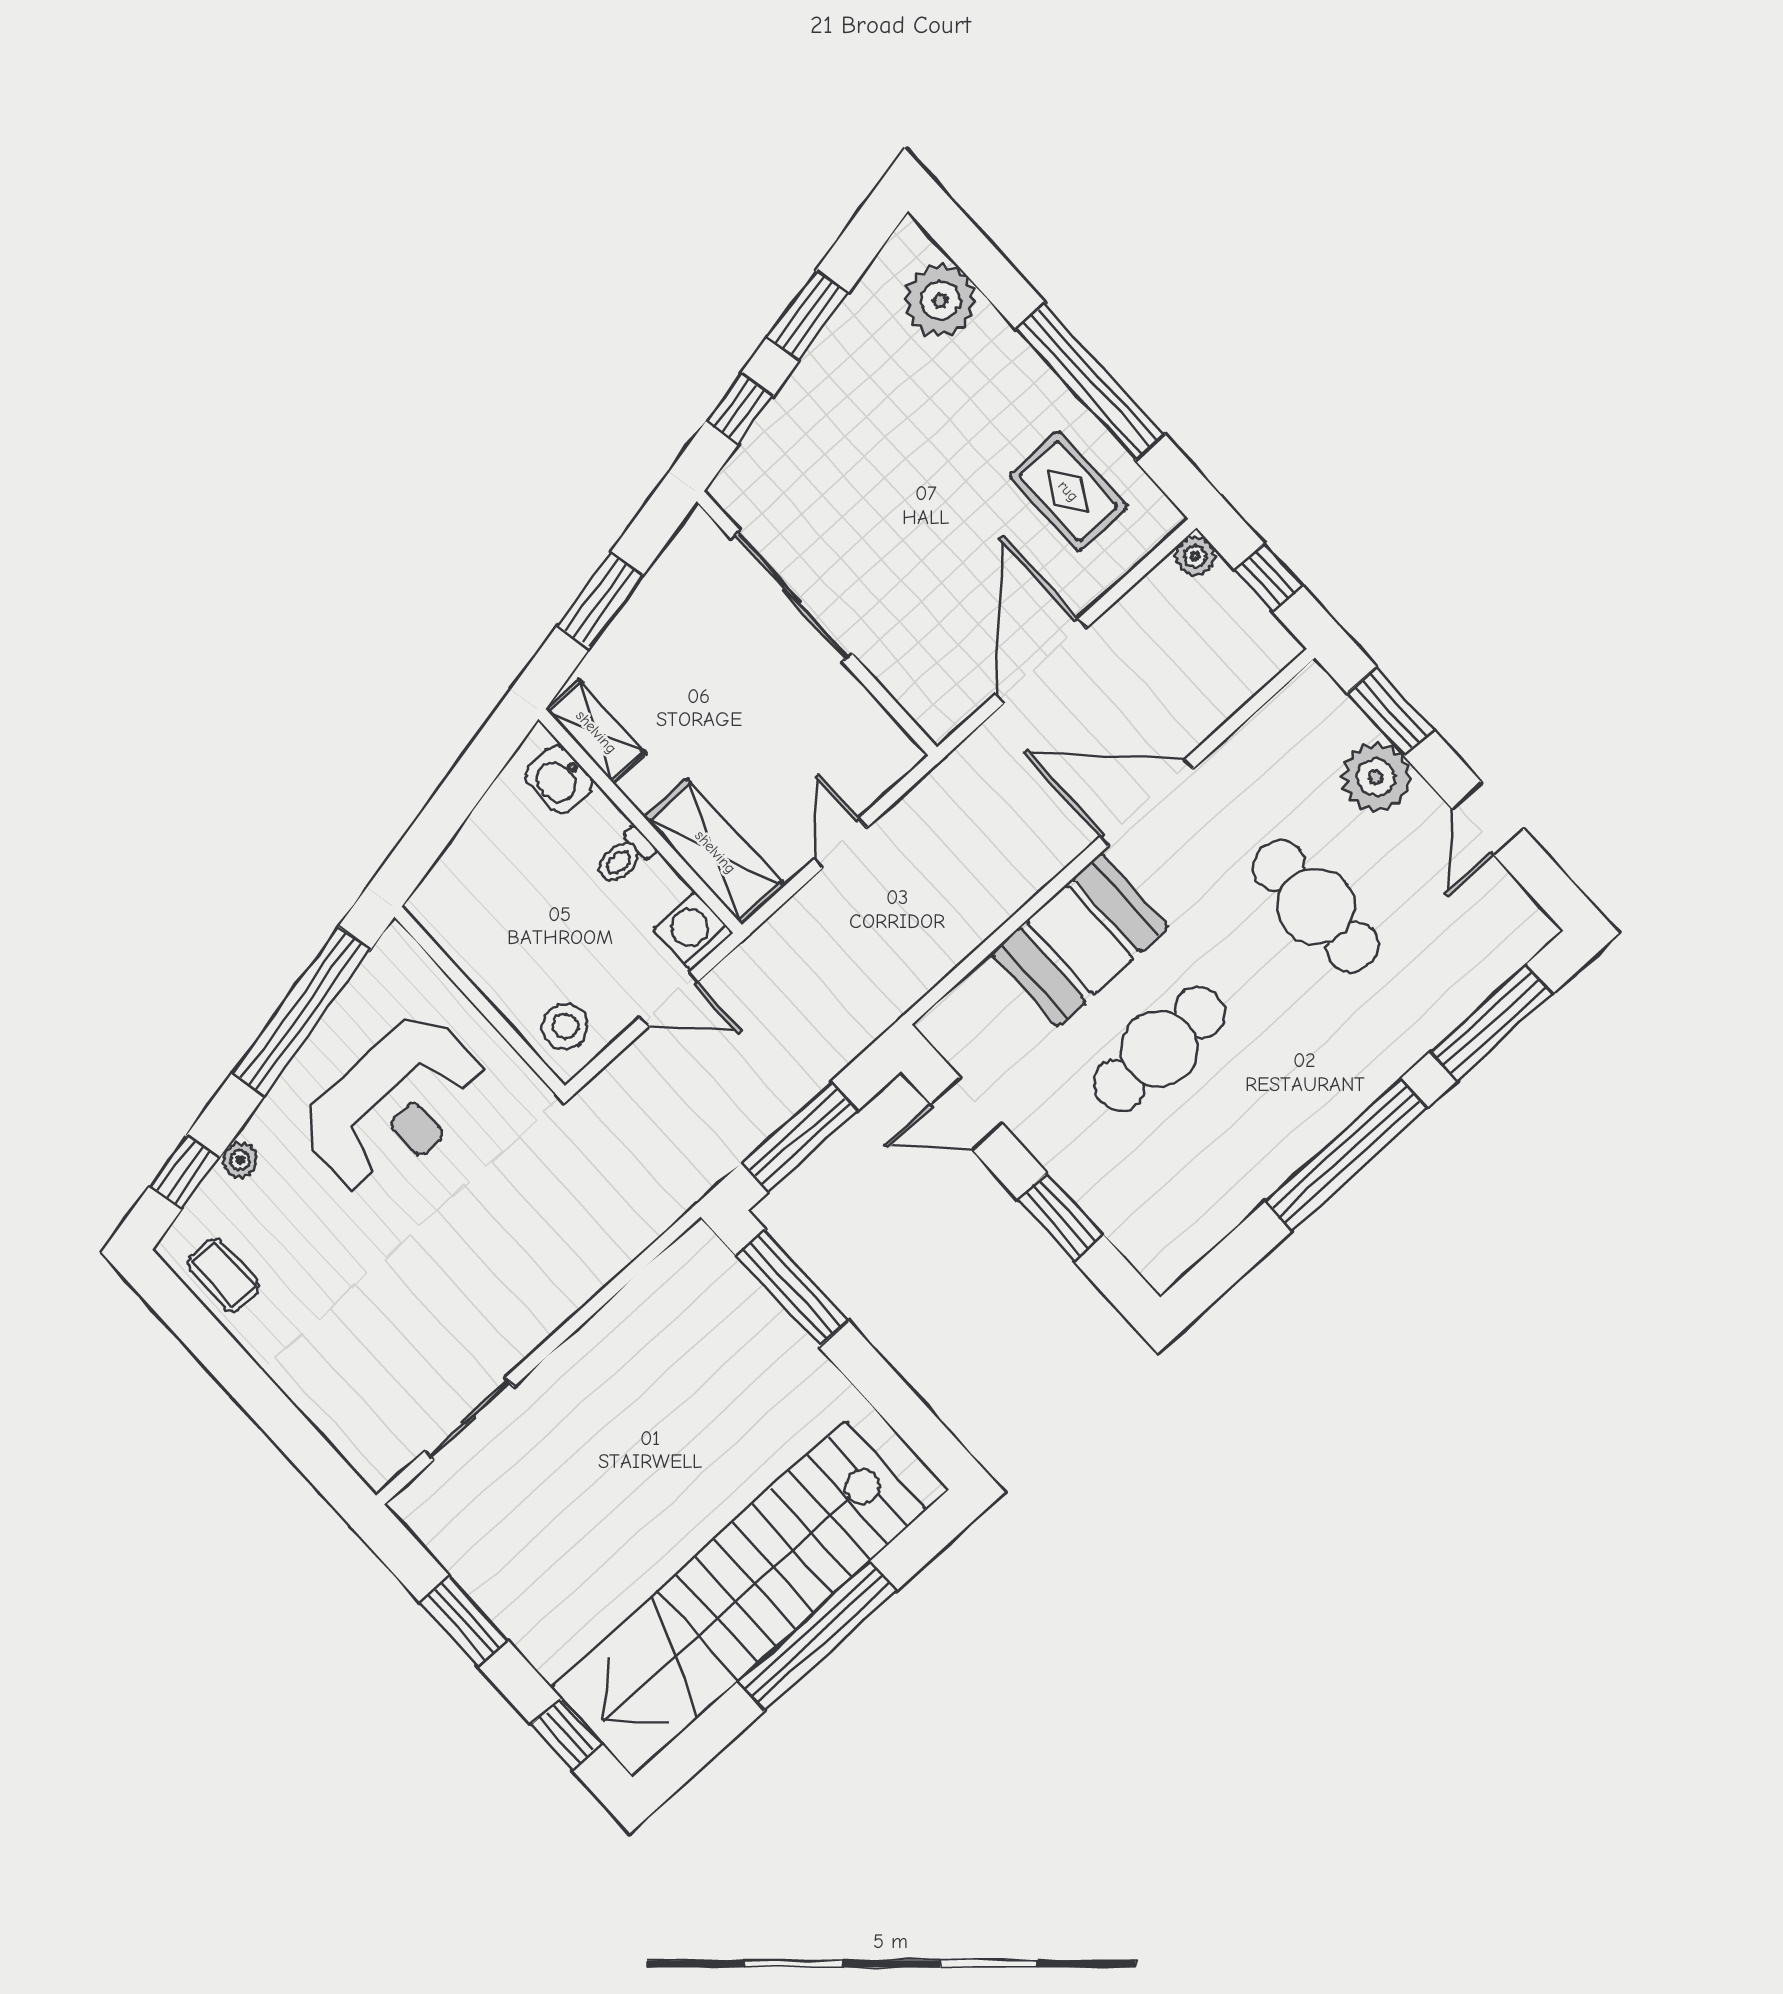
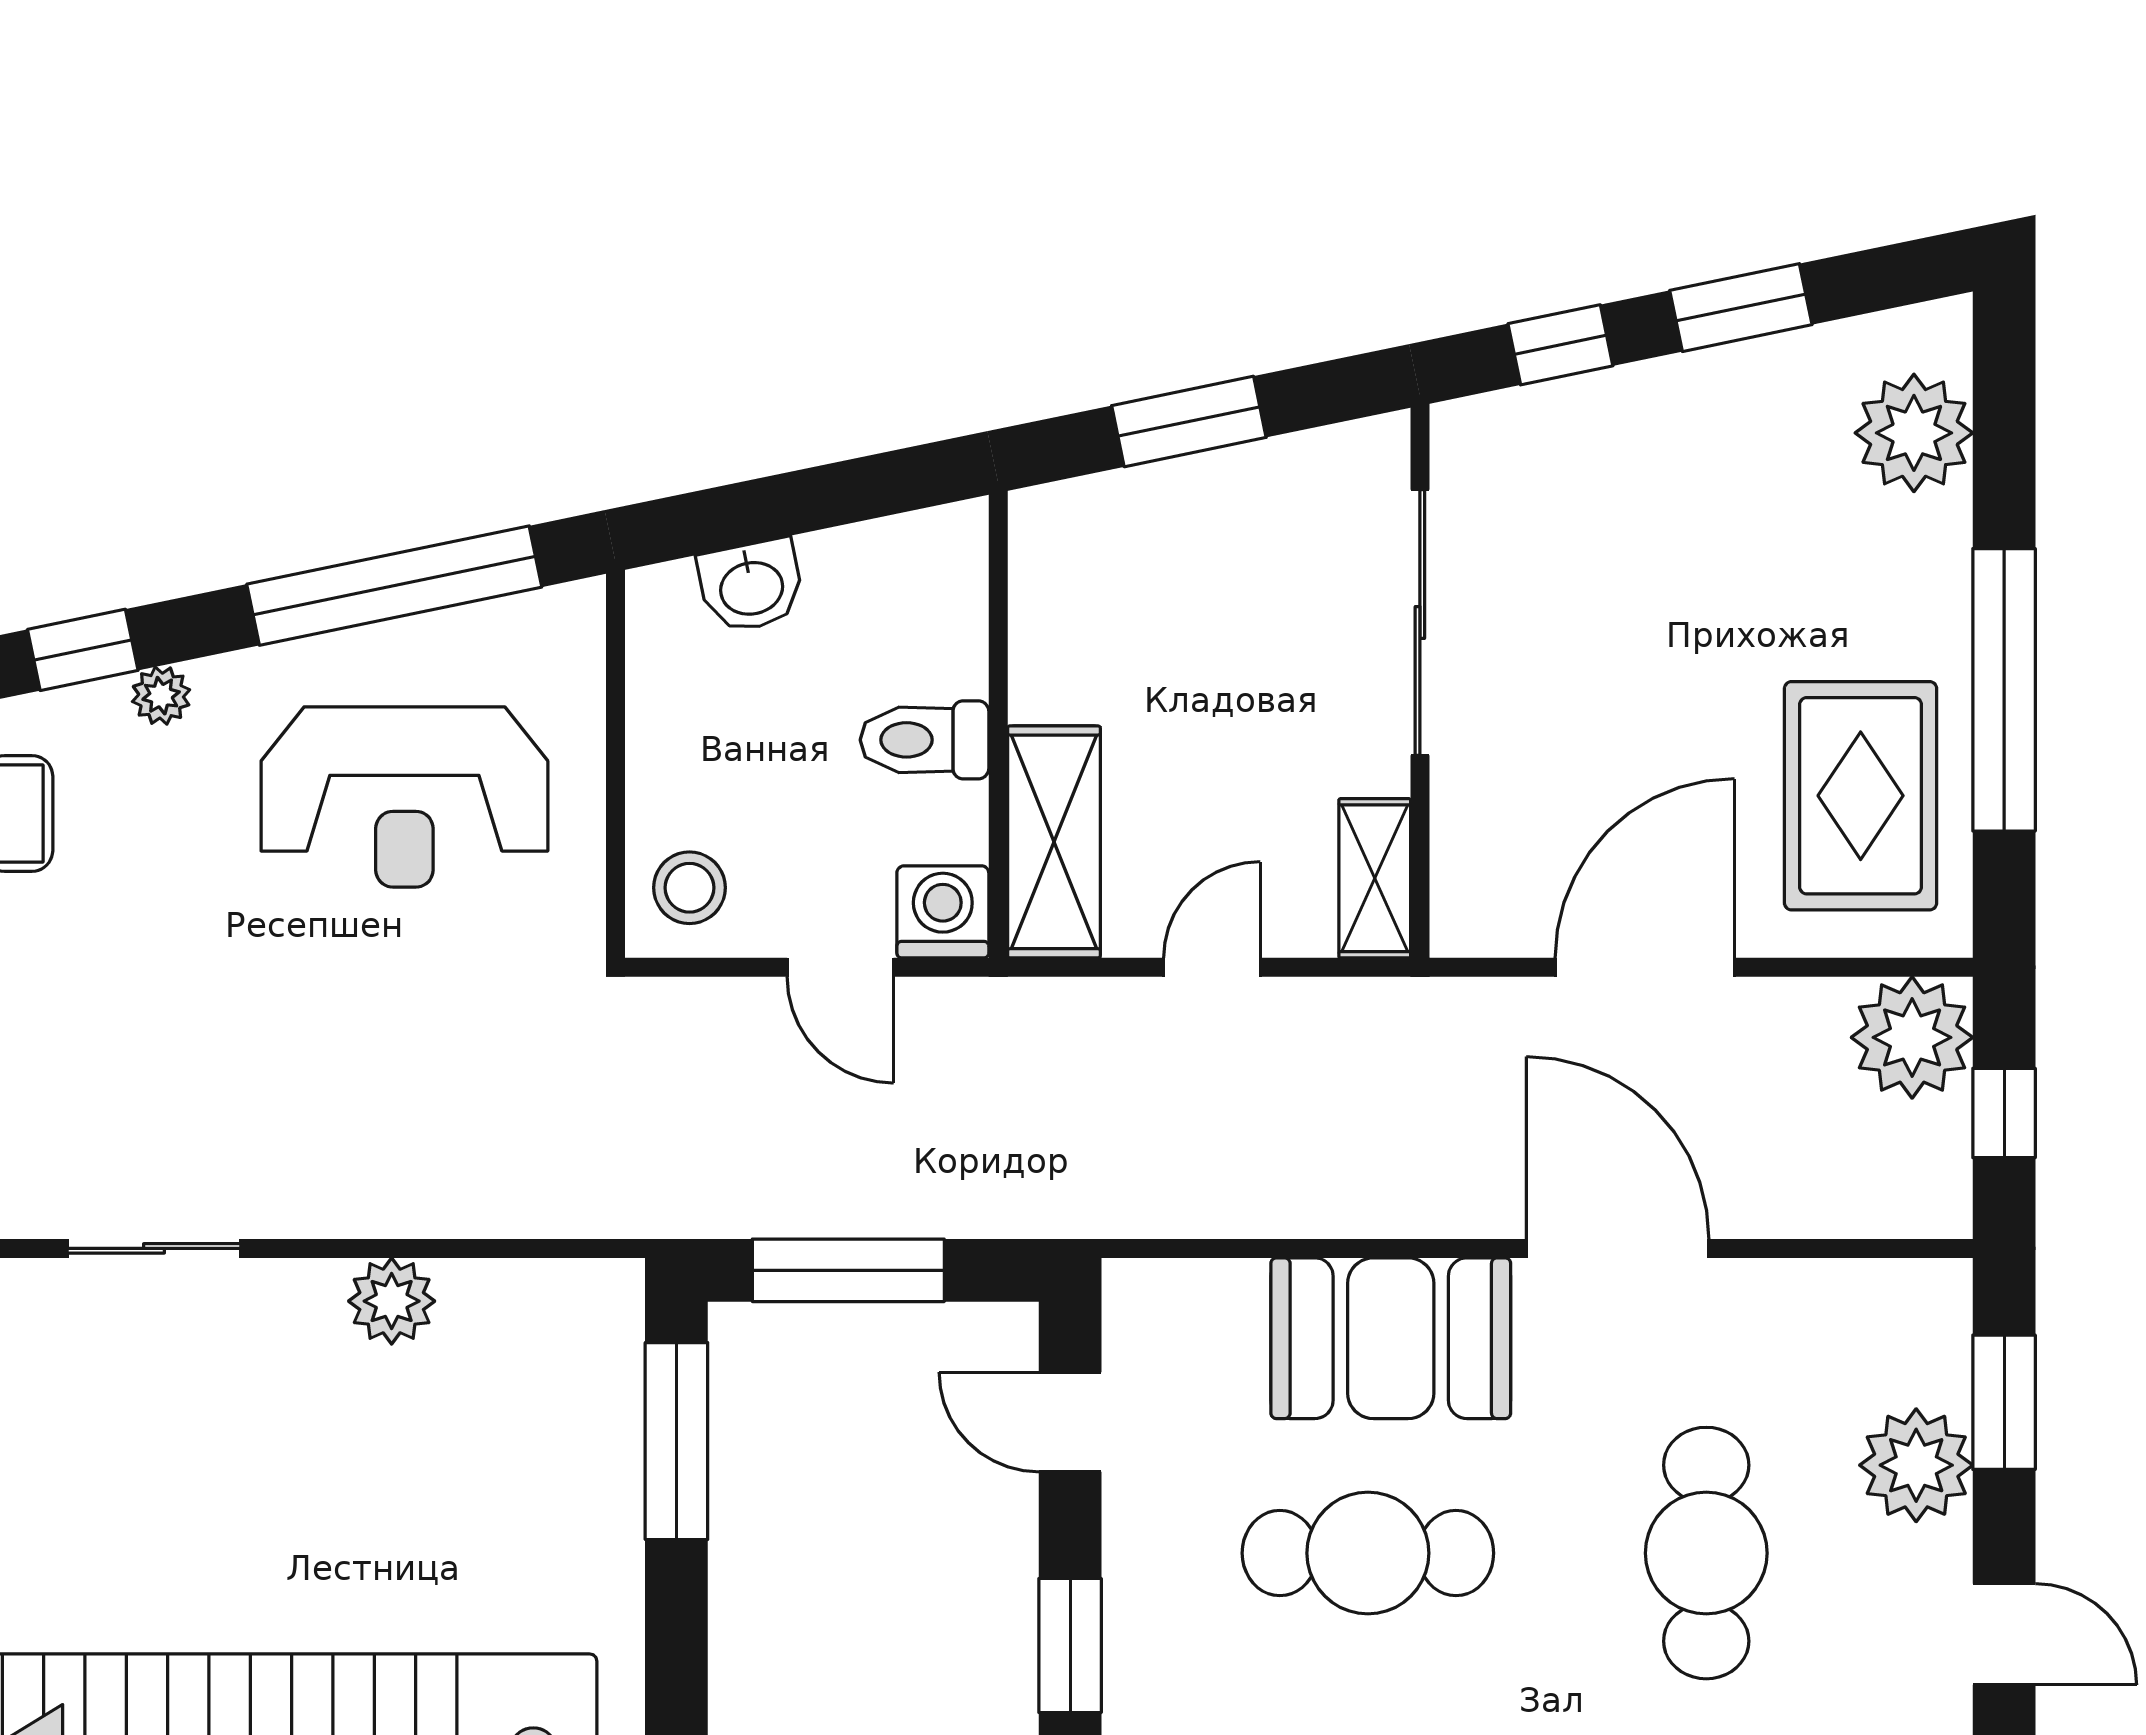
rug: (1068, 491) -> (1861, 796), width x1.36, depth x1.43
plant: (1195, 556) -> (1912, 1037), width x1.88, depth x1.88
shelving: (596, 732) -> (1375, 878), moved
washbasin: (559, 780) -> (751, 586), moved, turned -102
door: (1488, 819) -> (2004, 1634), swing flipped
toilet: (624, 857) -> (924, 740), width x1.37, depth x1.39
plant: (601, 1343) -> (392, 1301), added

